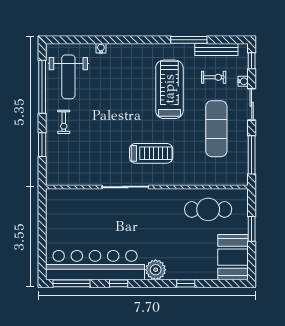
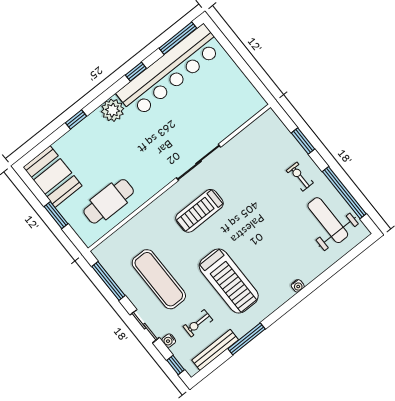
water cooler: (101, 48) -> (298, 286), moved

